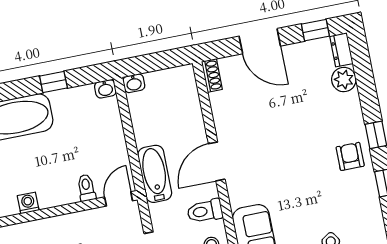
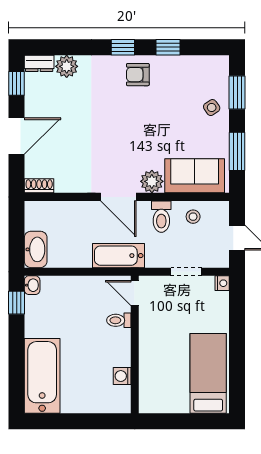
window: (53, 82) -> (17, 303), moved
washbasin: (134, 83) -> (36, 249), width x1.91, depth x1.45
plant: (240, 194) -> (152, 181), added

